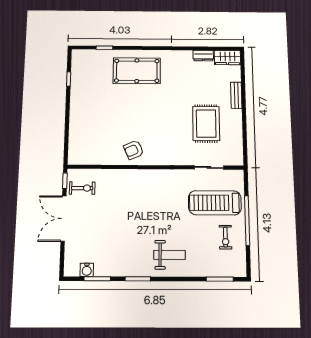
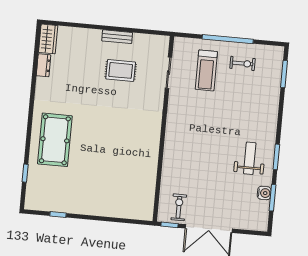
bench: (236, 95) -> (117, 37), moved
rug: (206, 124) -> (121, 70), width x0.73, depth x0.70
armchair: (134, 150) -> (143, 150), removed
treadmill: (215, 203) -> (206, 70), width x0.73, depth x0.73
weight bench: (169, 255) -> (250, 158), moved
water cooler: (87, 270) -> (264, 193), moved

